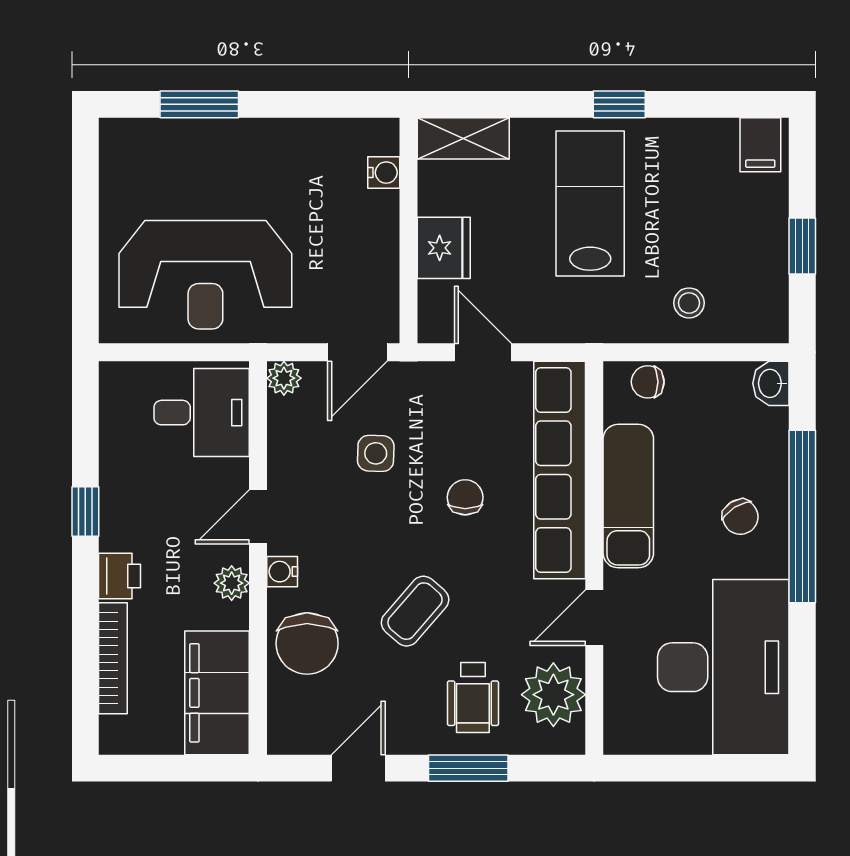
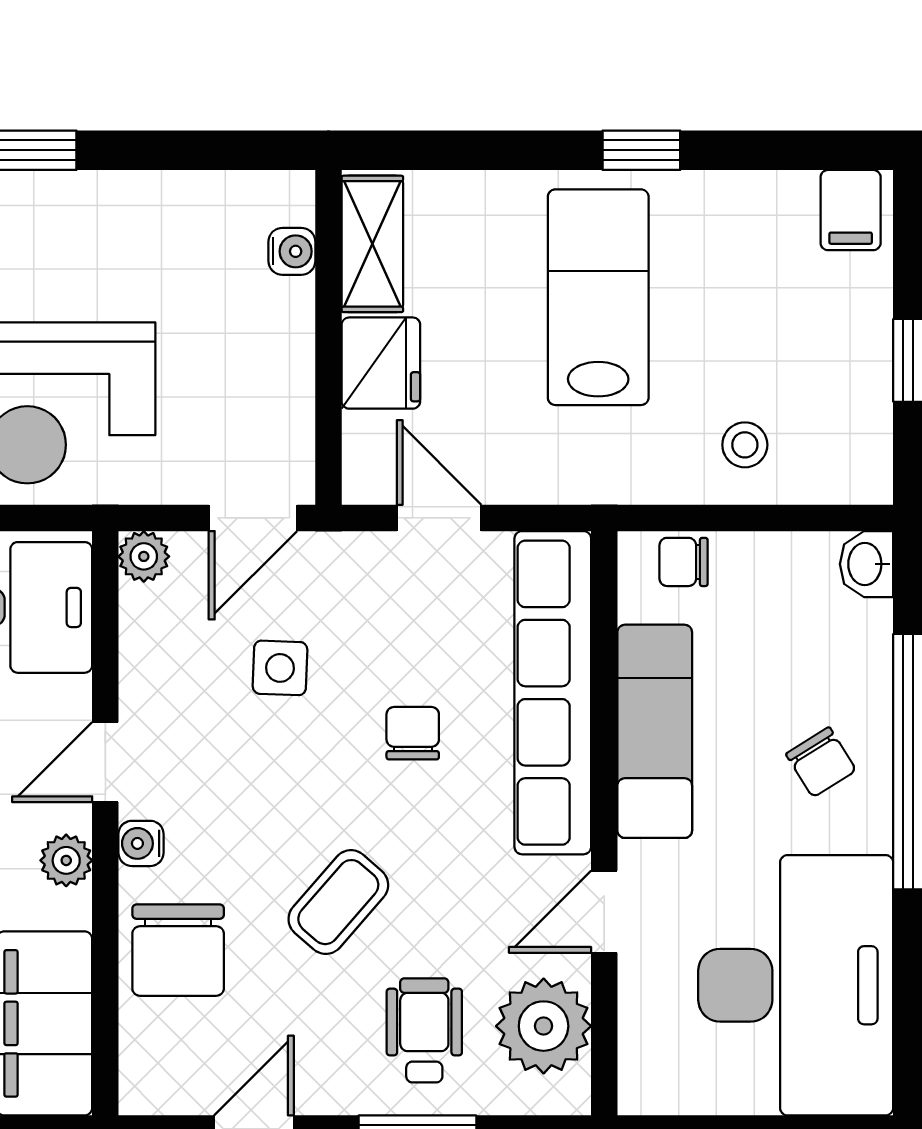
shelving: (463, 138) -> (372, 244), moved, turned 90
wheelchair: (473, 698) -> (424, 1030), turned 180

